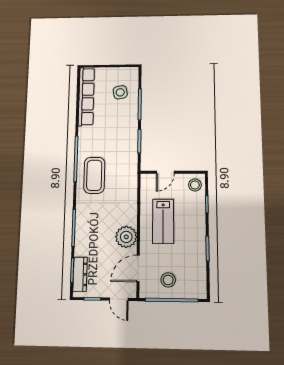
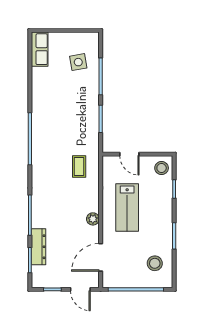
row of seats: (86, 97) -> (40, 49), width x0.50
door: (165, 172) -> (129, 154), hinge flipped
coffee table: (94, 175) -> (79, 167), moved, width x0.54, depth x0.58
plant: (126, 237) -> (93, 219), width x0.53, depth x0.53
dresser: (80, 274) -> (38, 247), moved
stool: (168, 280) -> (155, 263), moved

